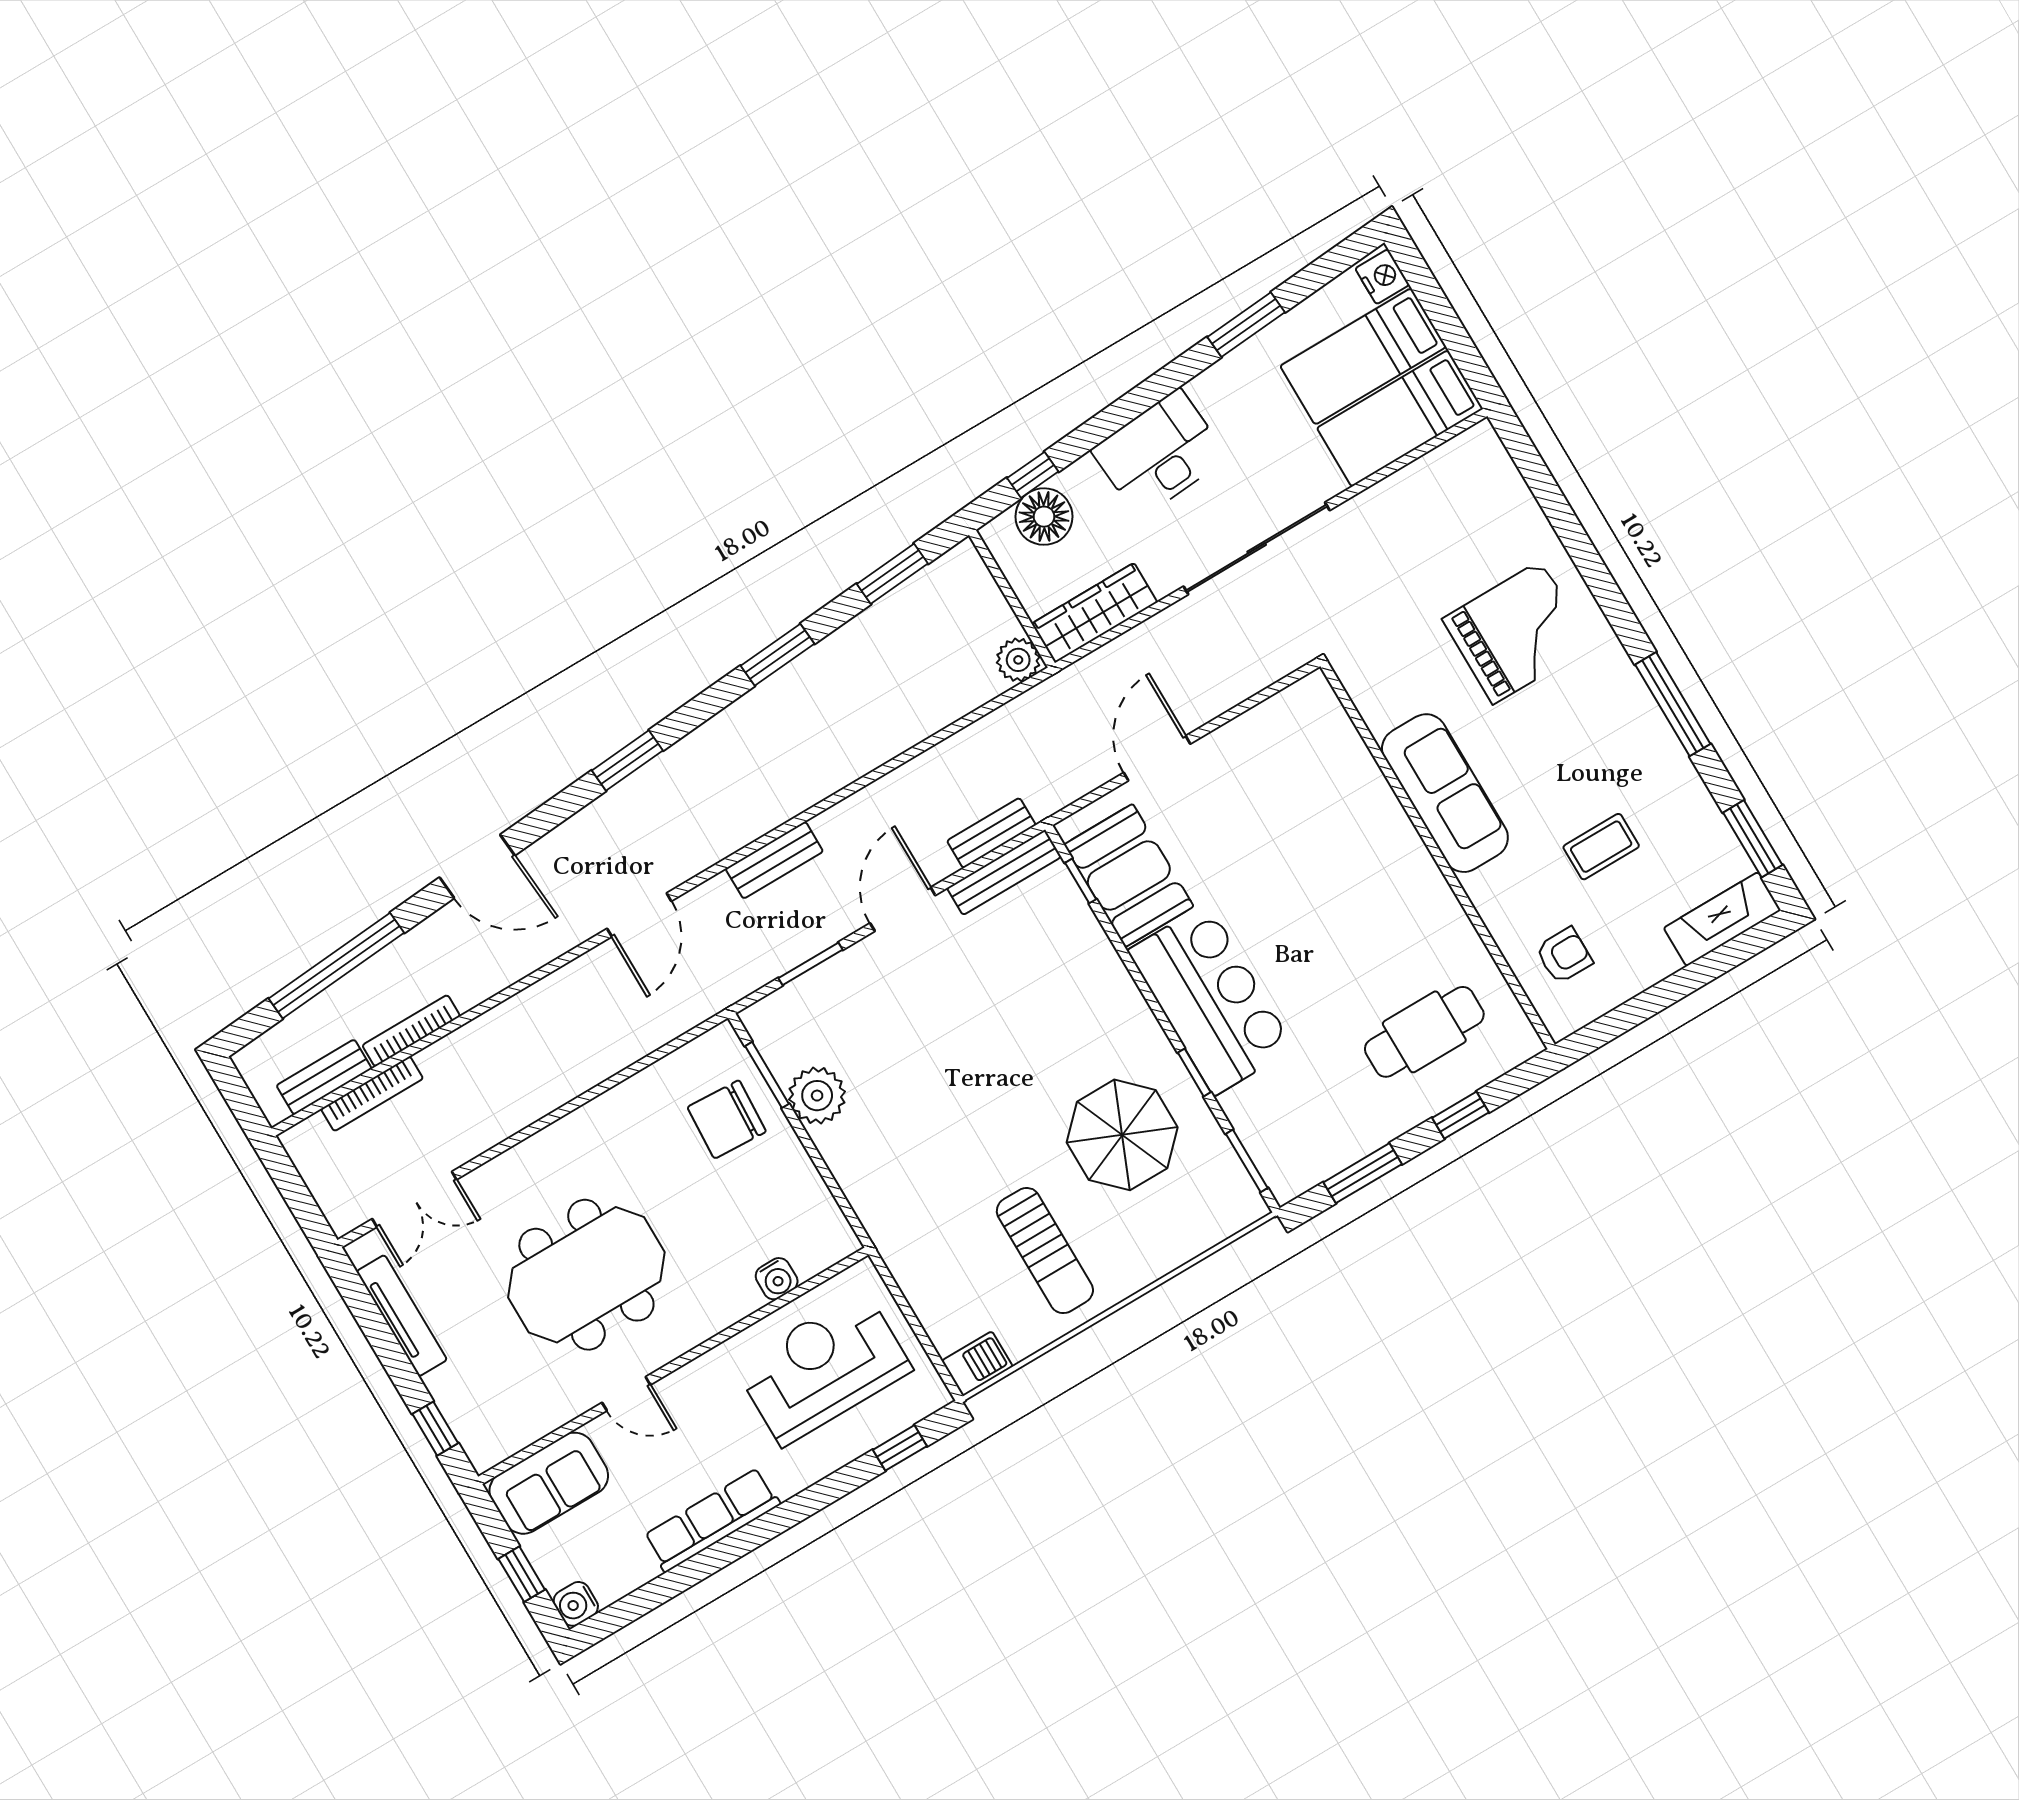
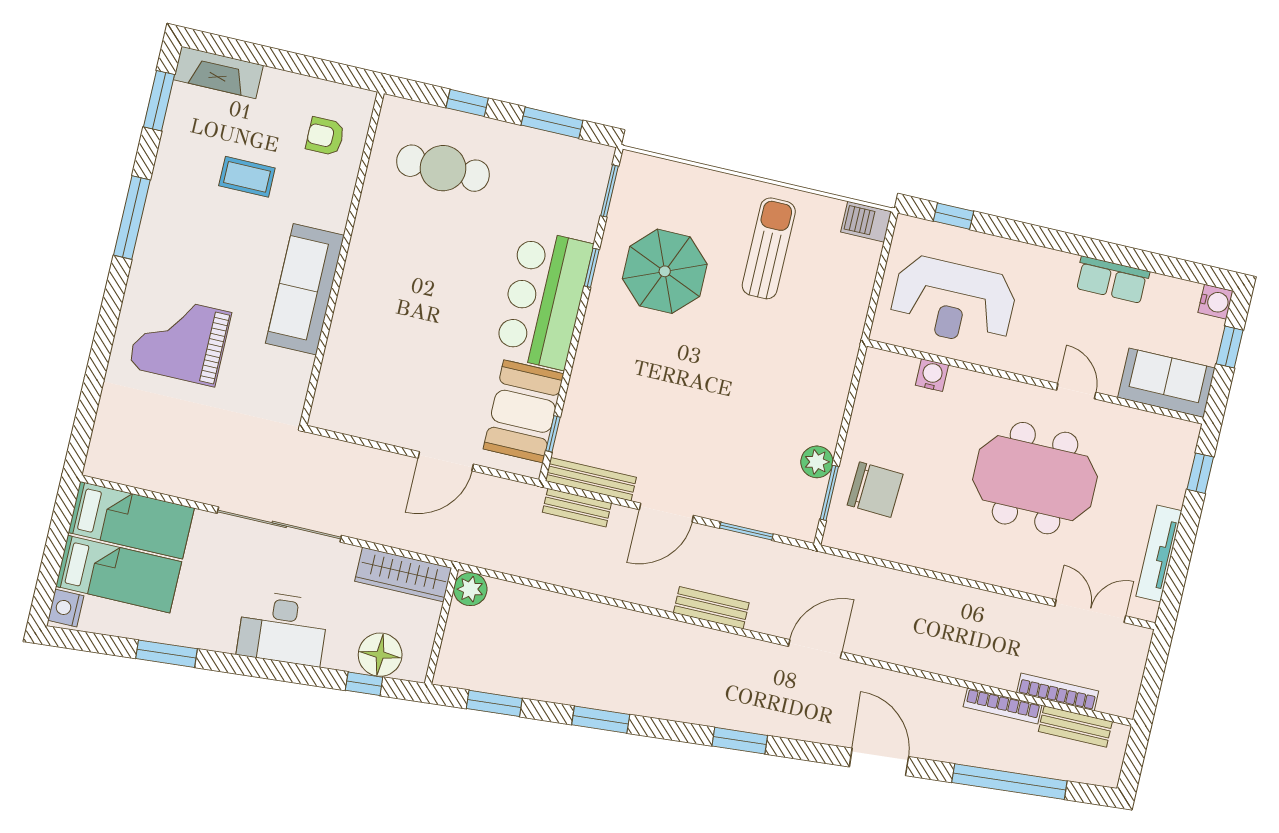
plant: (817, 1096) -> (817, 462), width x0.73, depth x0.73
row of seats: (712, 1520) -> (1112, 280), width x0.68

